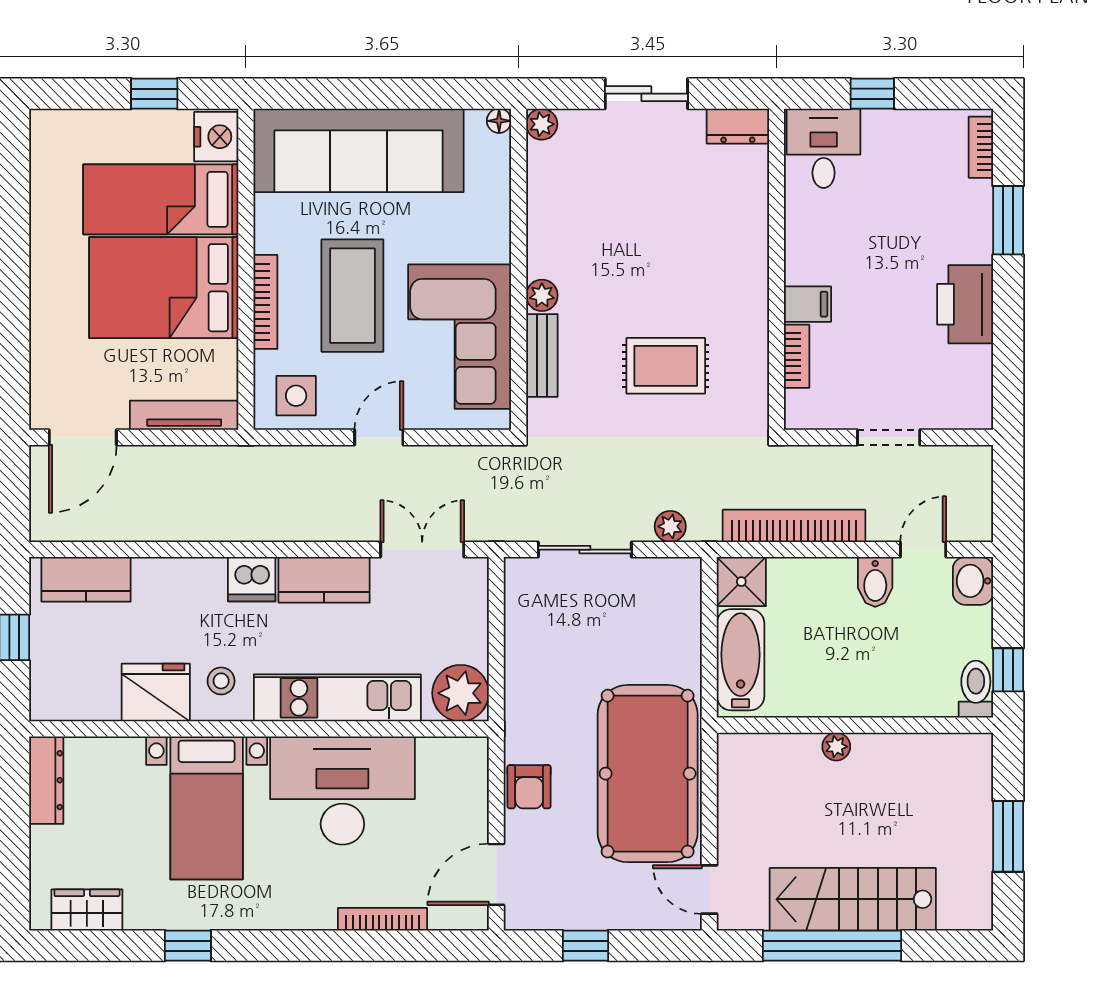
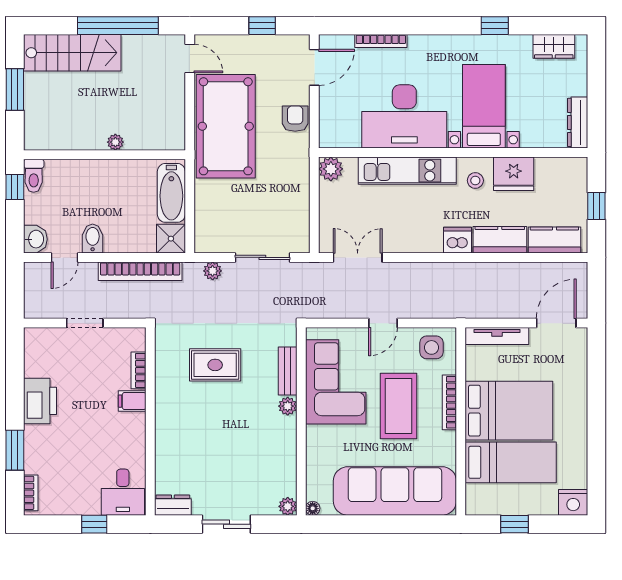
nightstand: (216, 137) -> (573, 502), moved, turned -90
double door: (422, 550) -> (358, 257), swing flipped
kitchen counter: (324, 580) -> (500, 240), moved
plant: (461, 693) -> (331, 169), width x0.73, depth x0.73
stairs: (853, 899) -> (72, 53), moved

